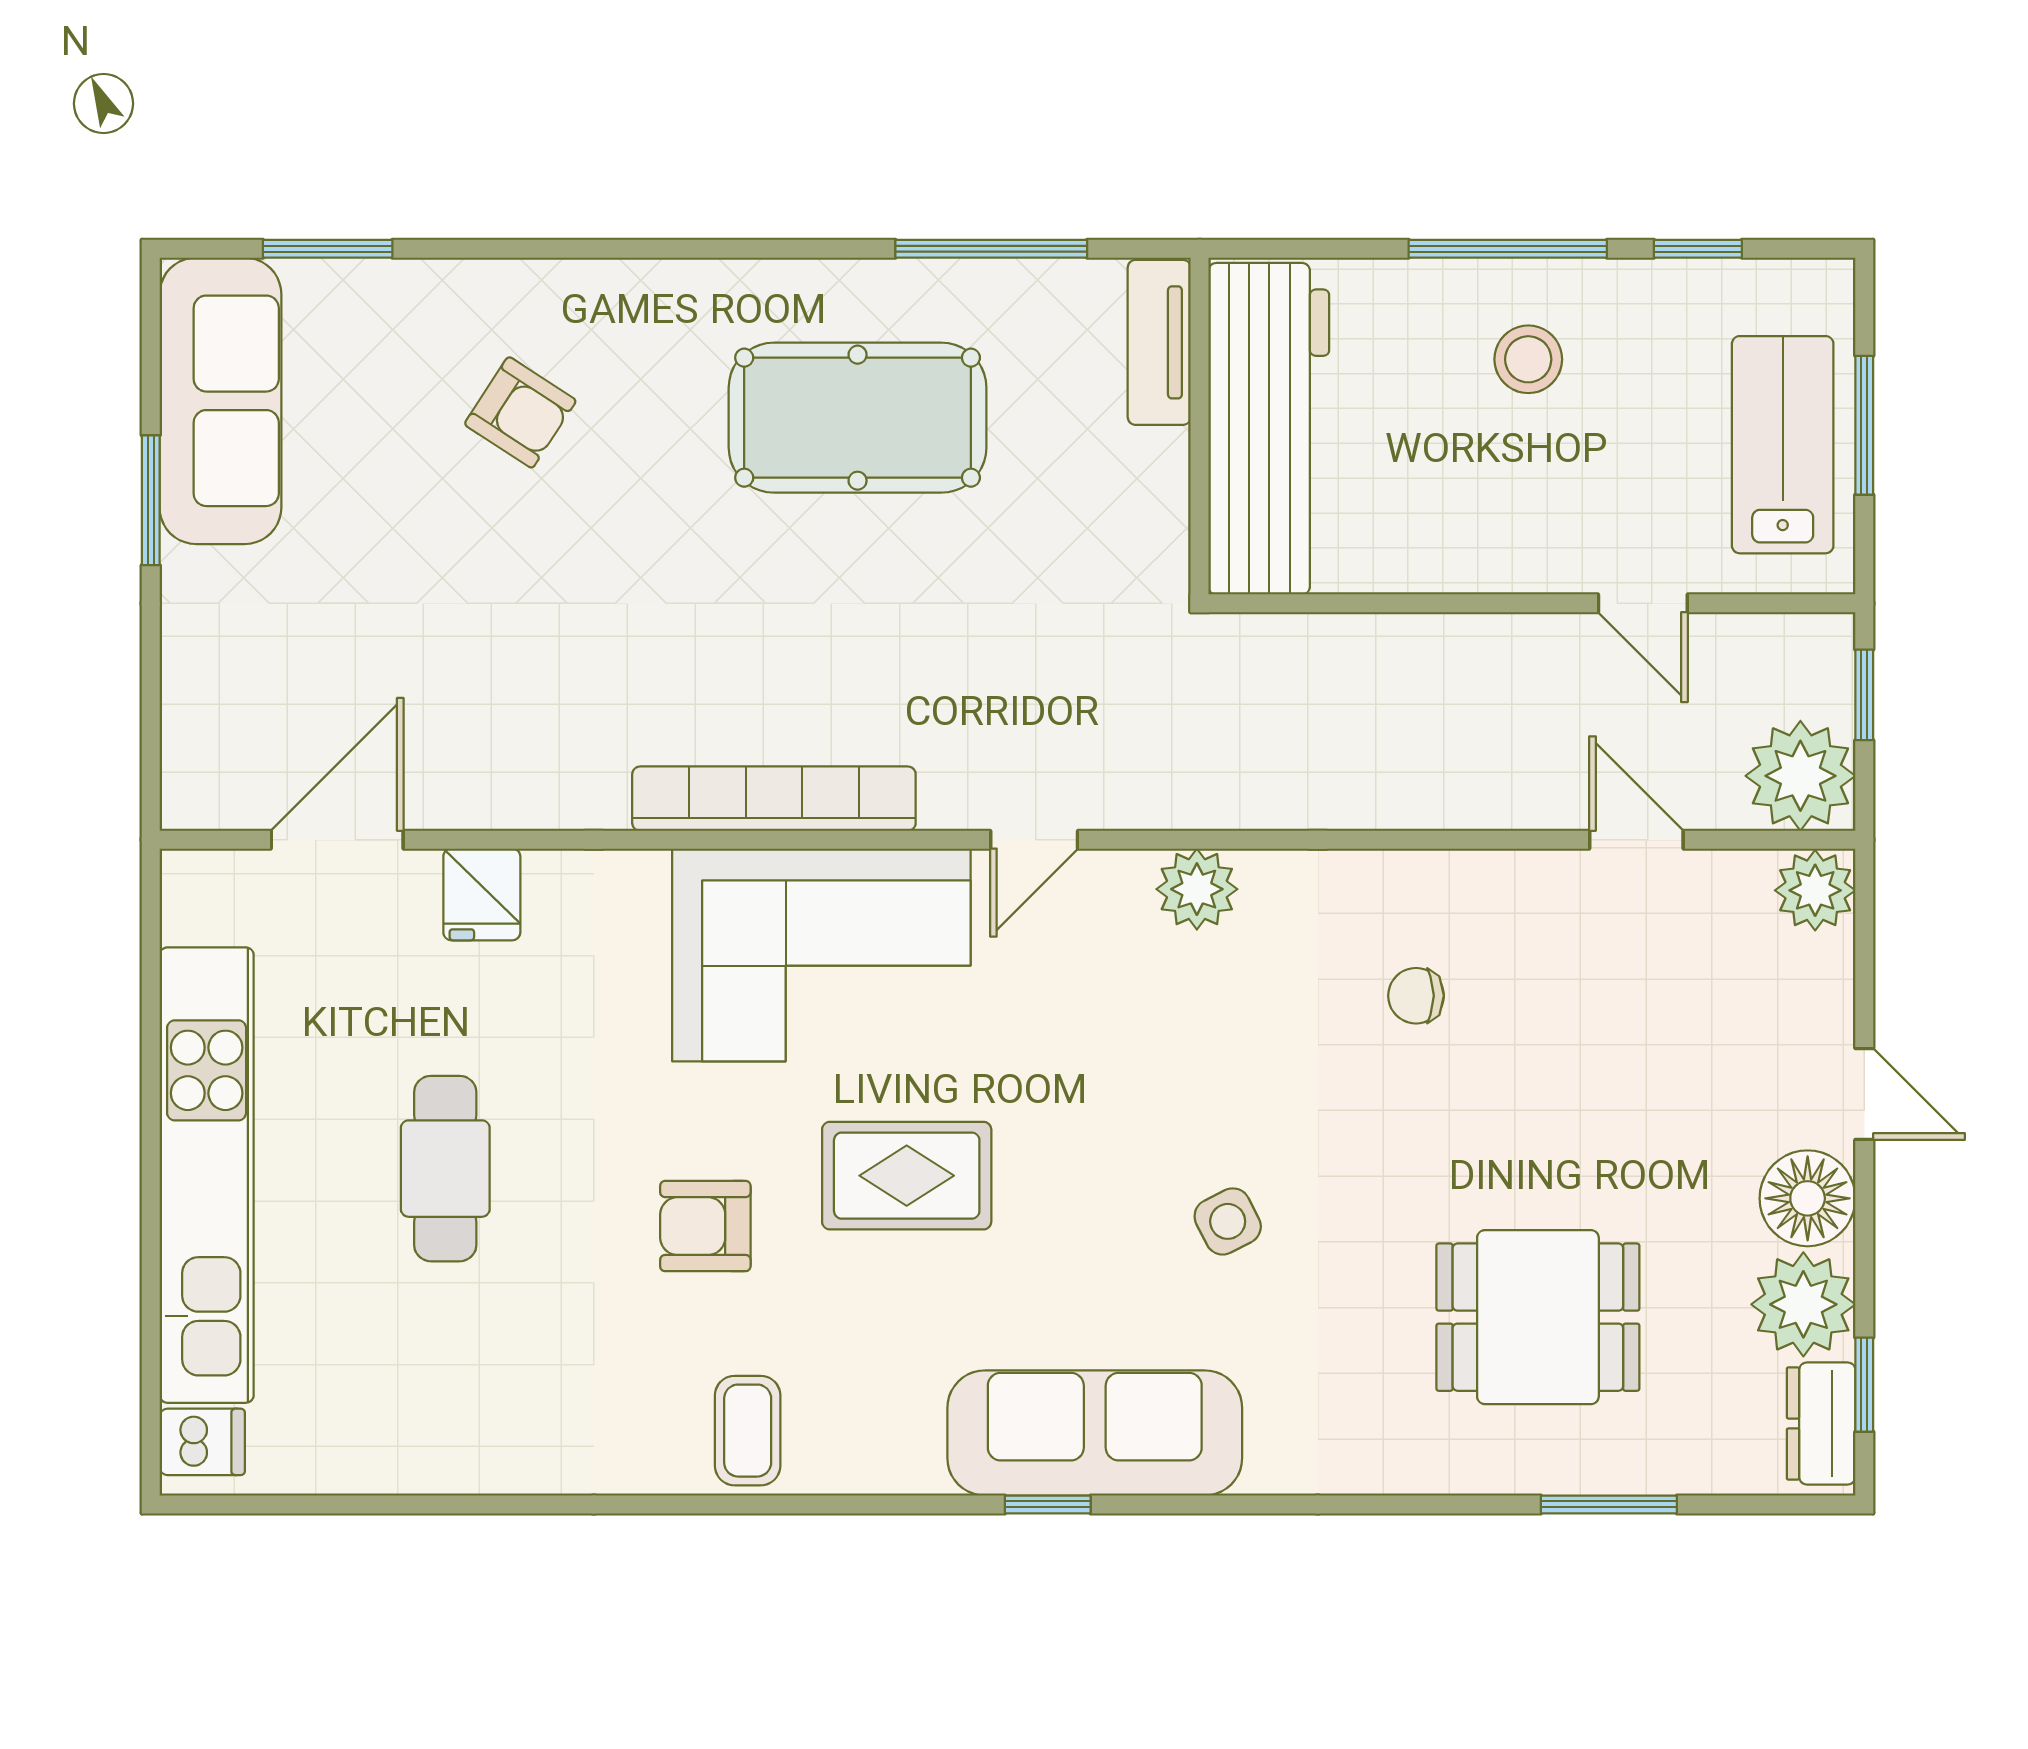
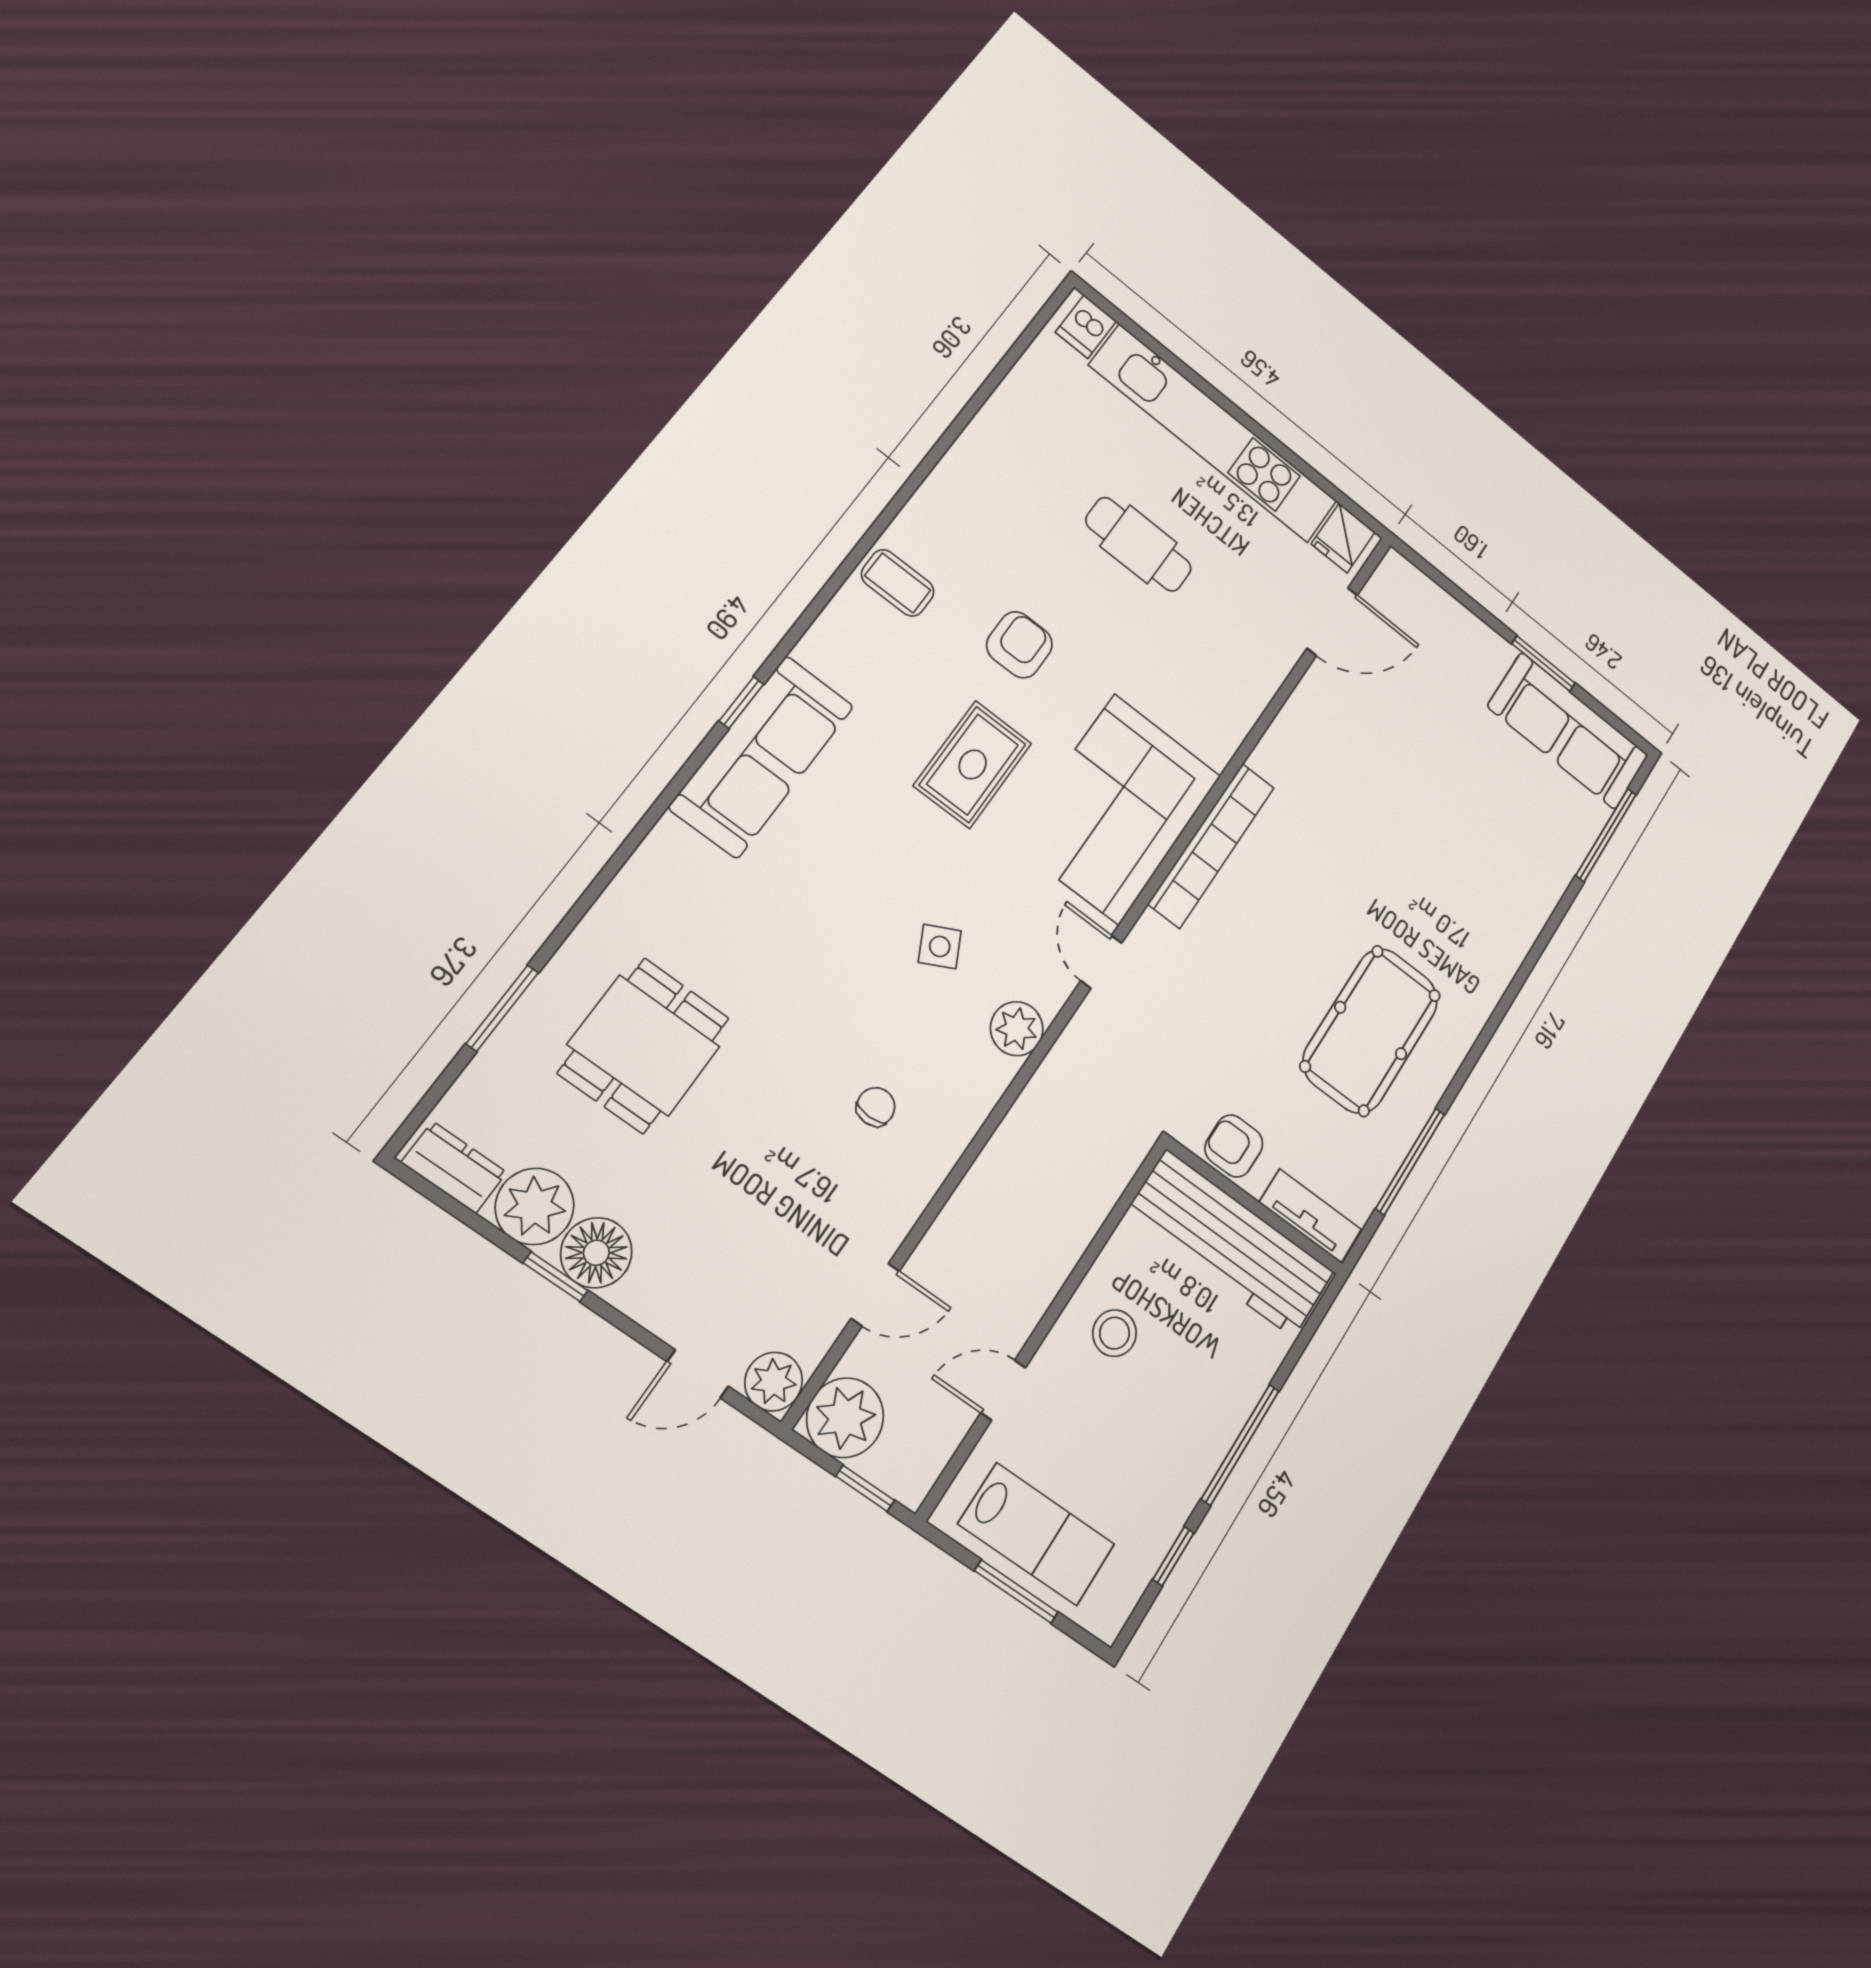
window: (328, 249) -> (1606, 835), width x1.44
stool: (1528, 359) -> (1115, 1333), moved
armchair: (520, 412) -> (1234, 1146), moved, turned 57
door: (337, 840) -> (1332, 622), hinge flipped
fridge: (482, 894) -> (1343, 538), moved, turned -90
door: (1864, 1094) -> (698, 1374), moved
side table: (1228, 1221) -> (940, 946), moved
window: (1864, 1385) -> (556, 1277), moved

